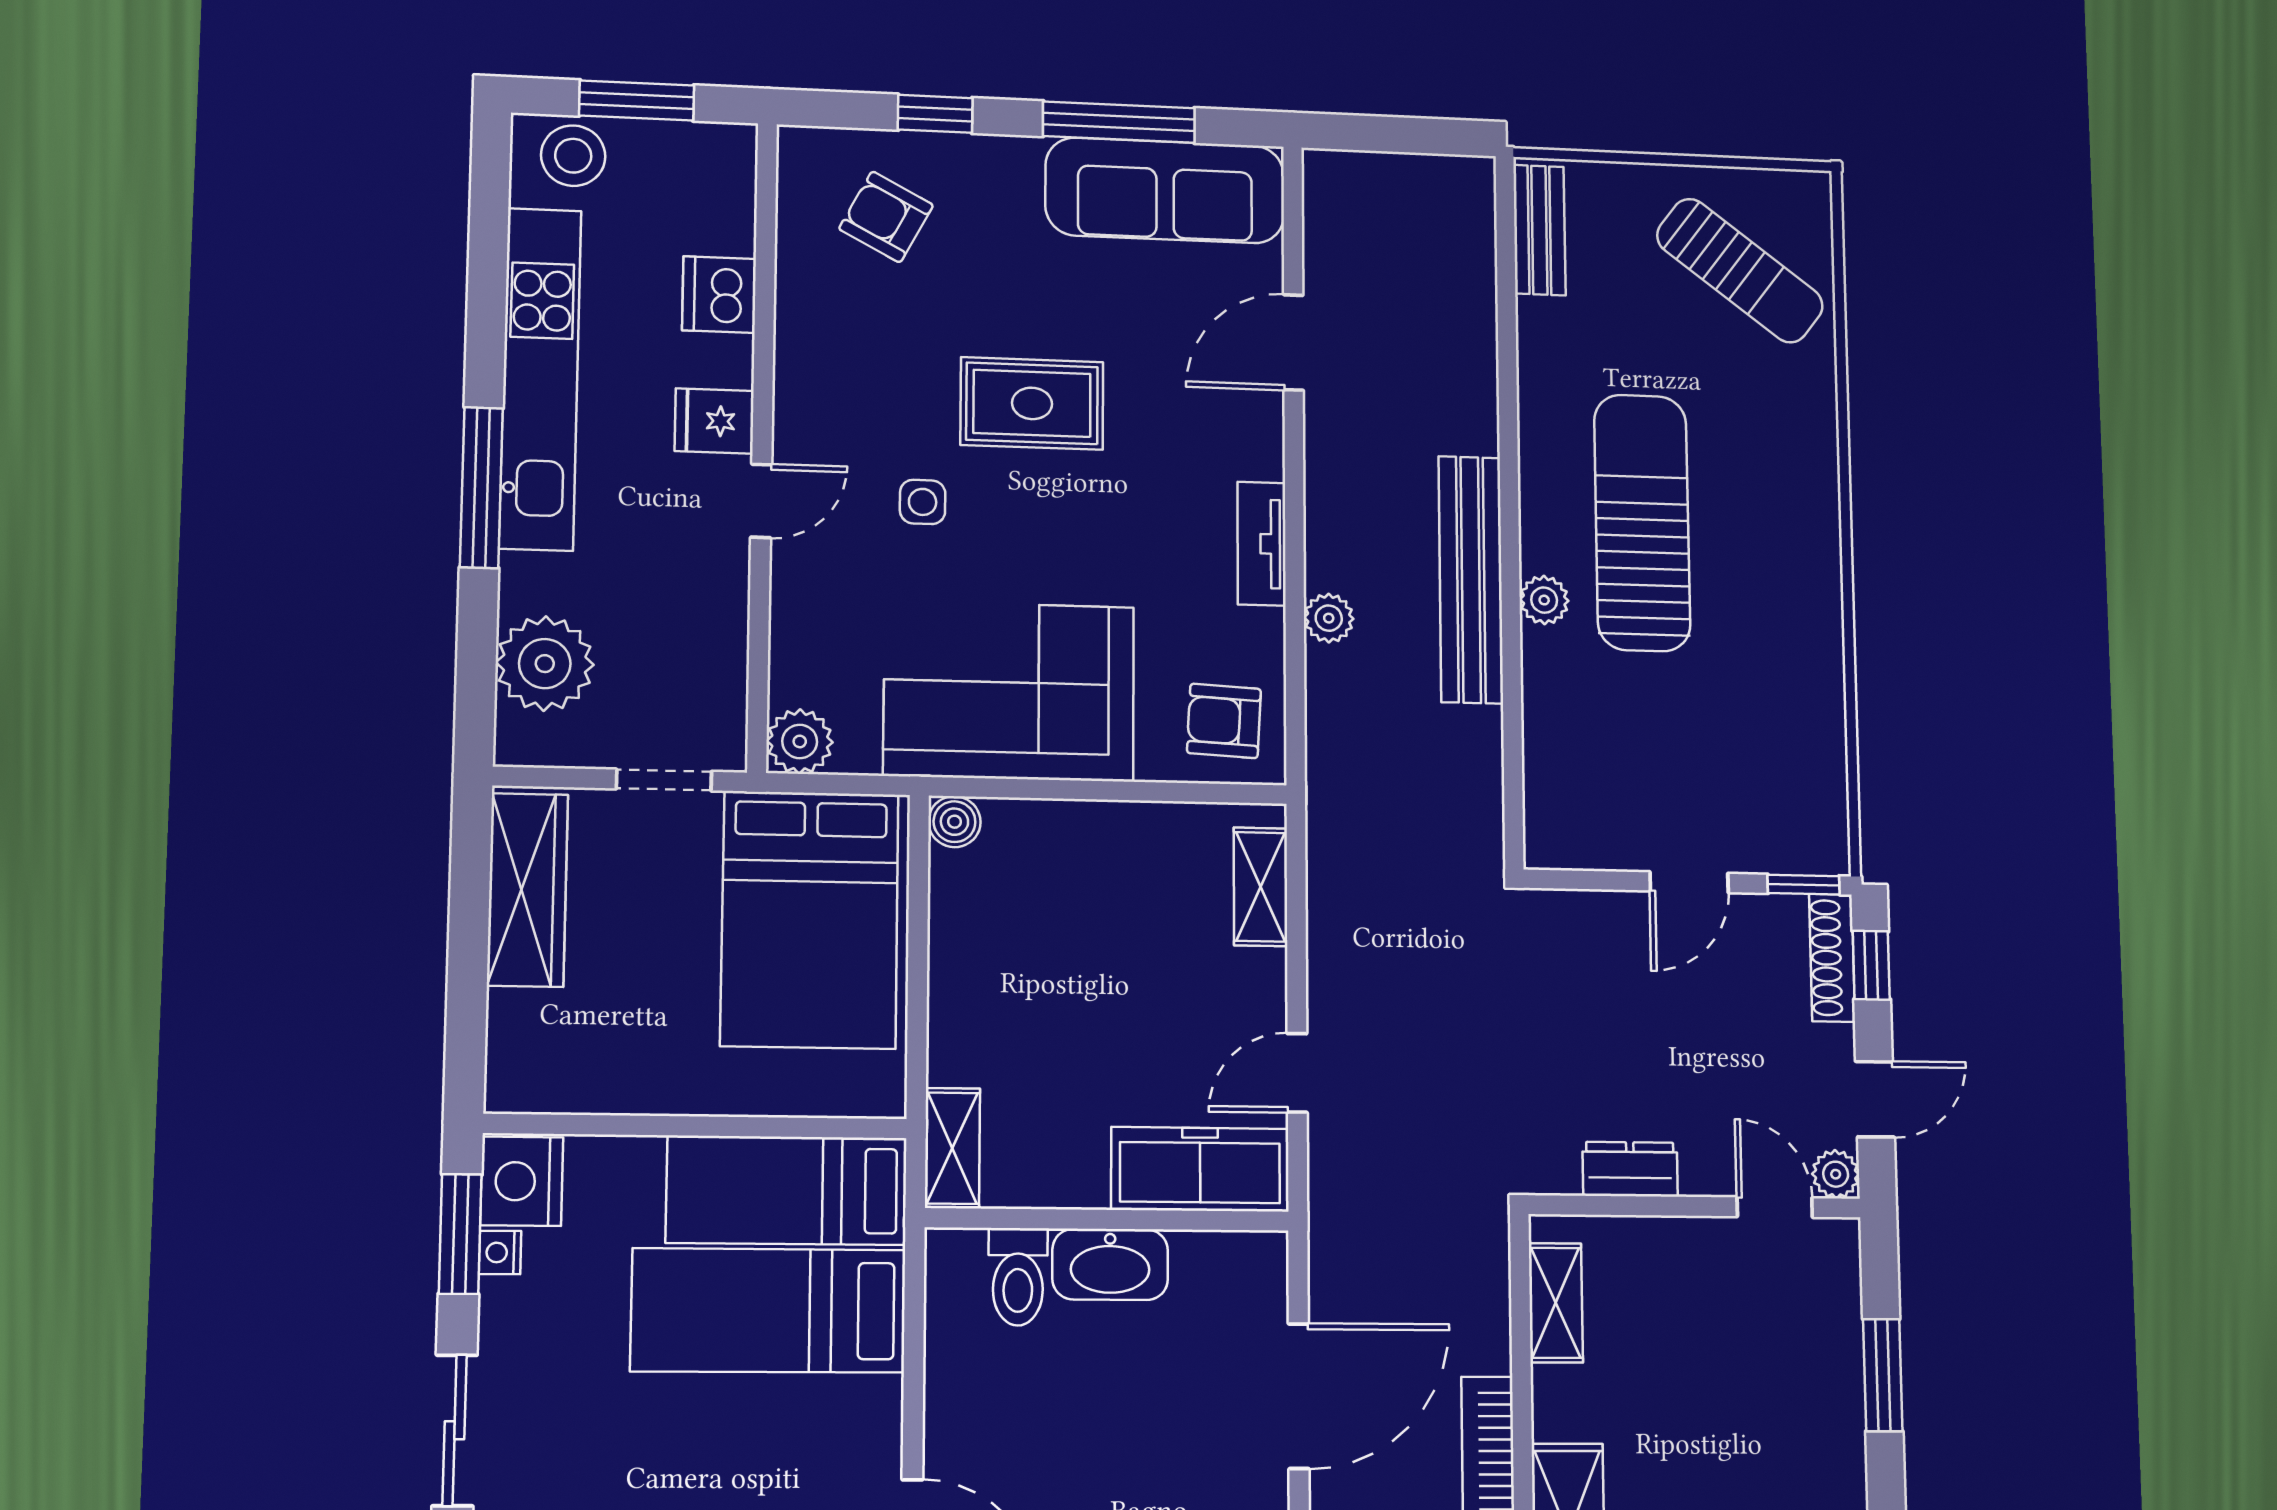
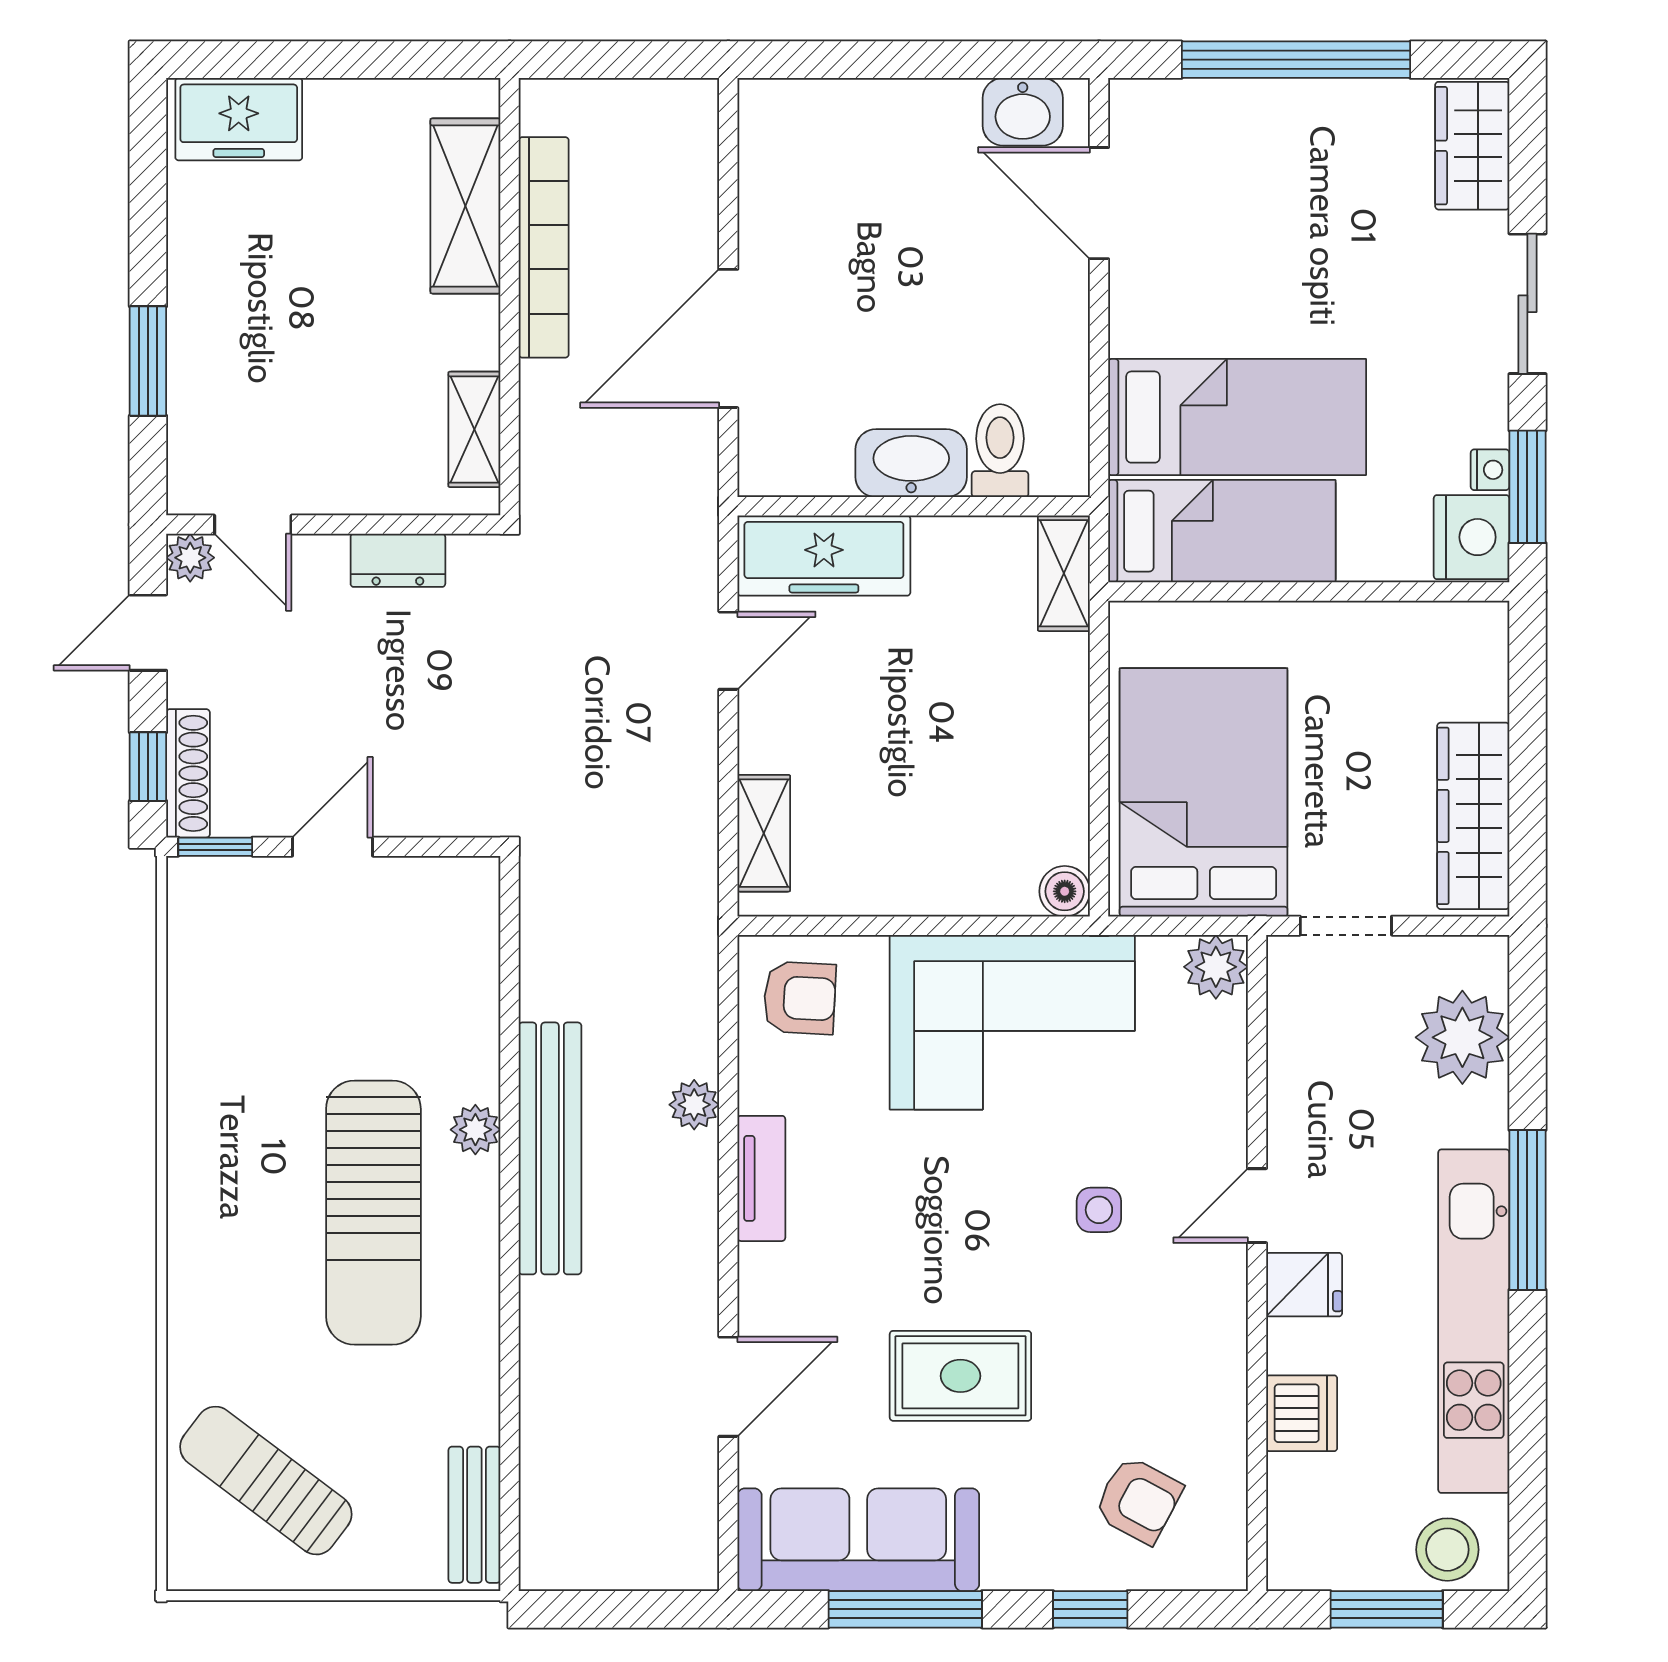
rug: (1032, 403) -> (960, 1376), moved

